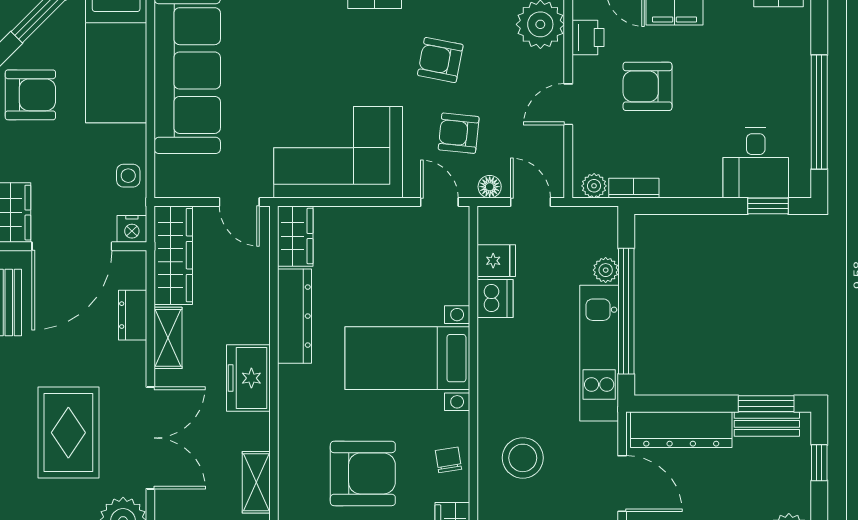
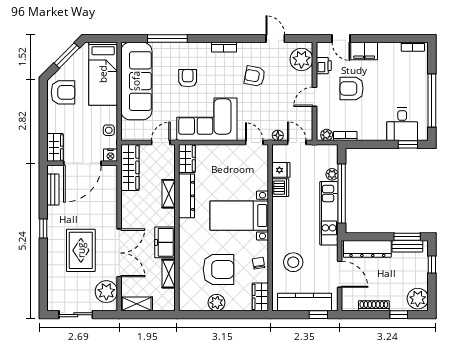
armchair: (459, 133) -> (188, 78), moved, turned 84
door: (239, 202) -> (161, 143), swing flipped
dresser: (133, 315) -> (111, 195), removed
shelving: (168, 338) -> (169, 194), moved
freezer: (248, 378) -> (165, 242), moved

